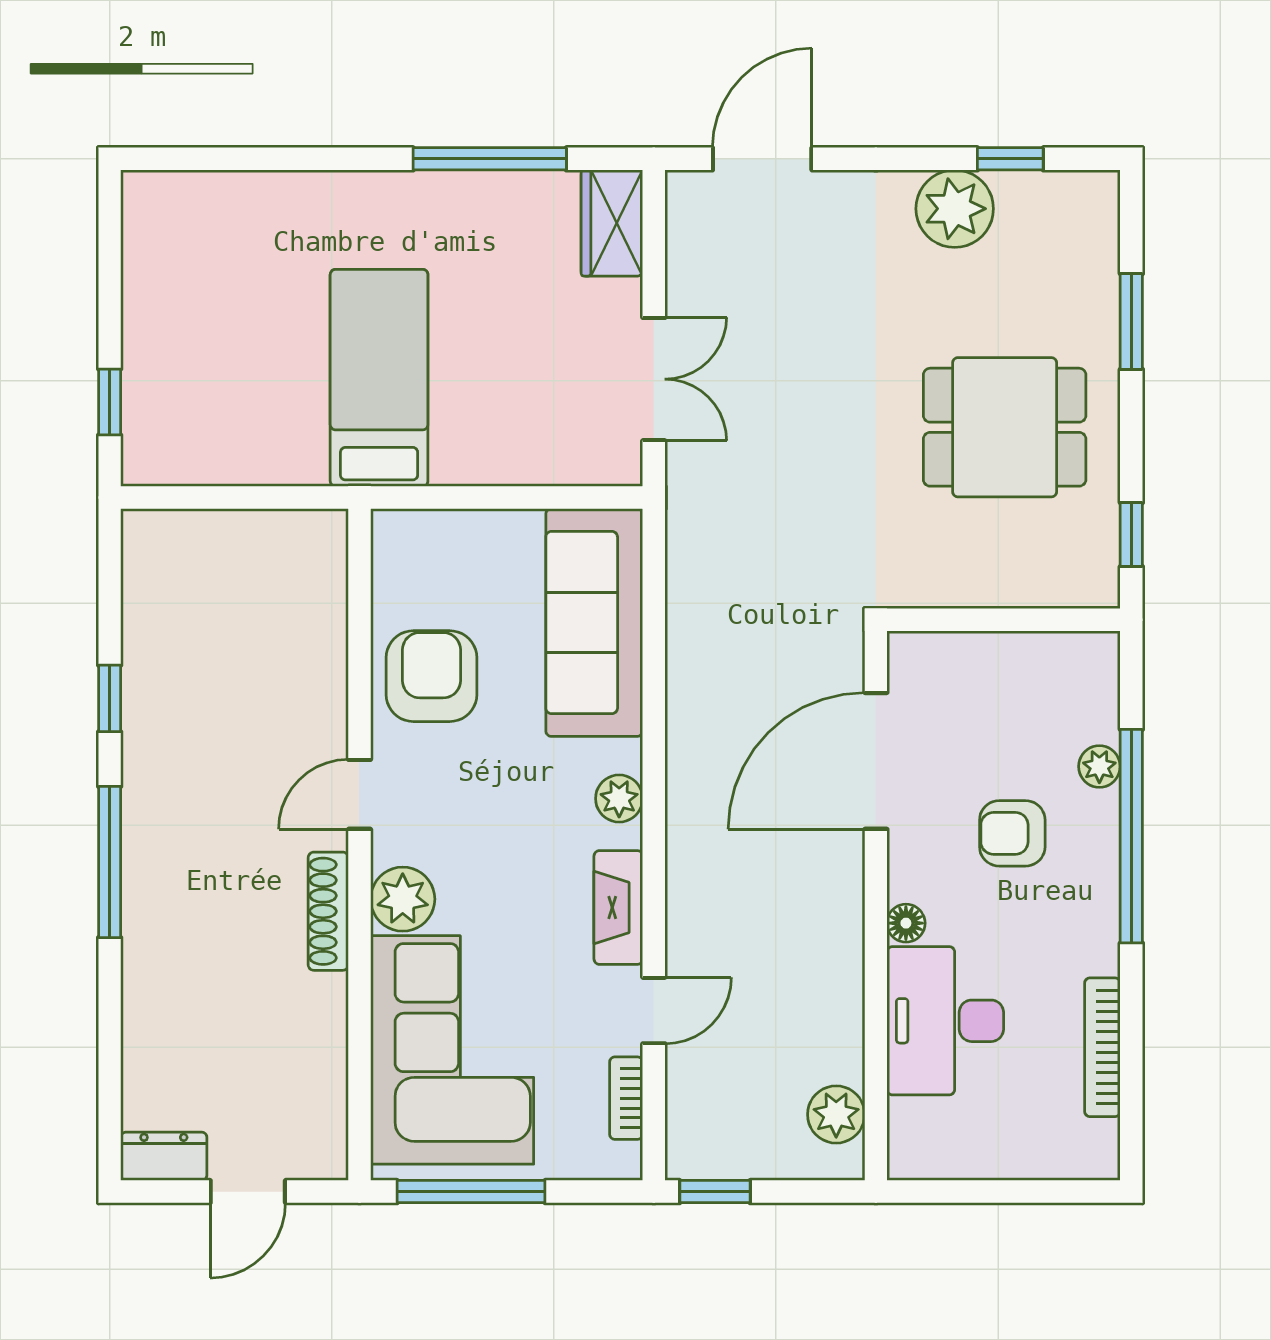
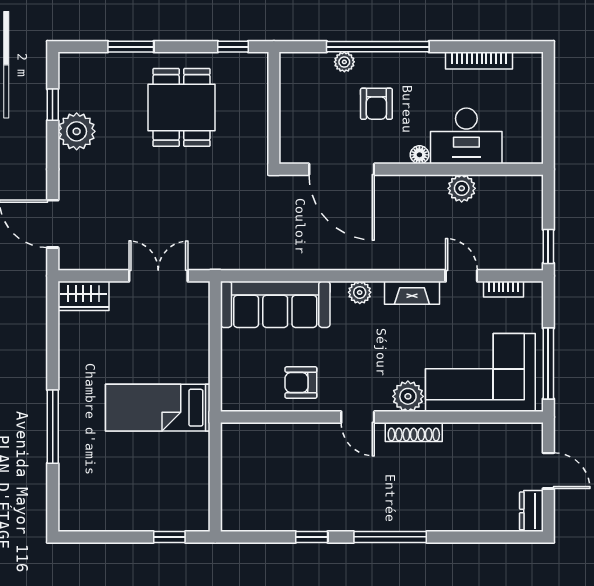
window: (490, 159) -> (53, 427), moved
armchair: (431, 676) -> (301, 383), width x0.72, depth x0.72
plant: (836, 1114) -> (462, 188), moved

